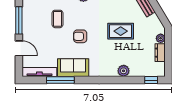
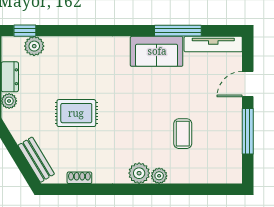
armchair: (80, 36) -> (145, 104), removed
door: (19, 48) -> (248, 84), hinge flipped
plant: (124, 71) -> (34, 46), moved

